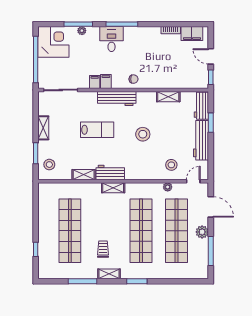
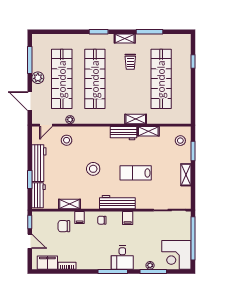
chair: (174, 73) -> (64, 226), added
filing cabinet: (95, 82) -> (80, 217), moved
shelving: (113, 188) -> (136, 119), moved

